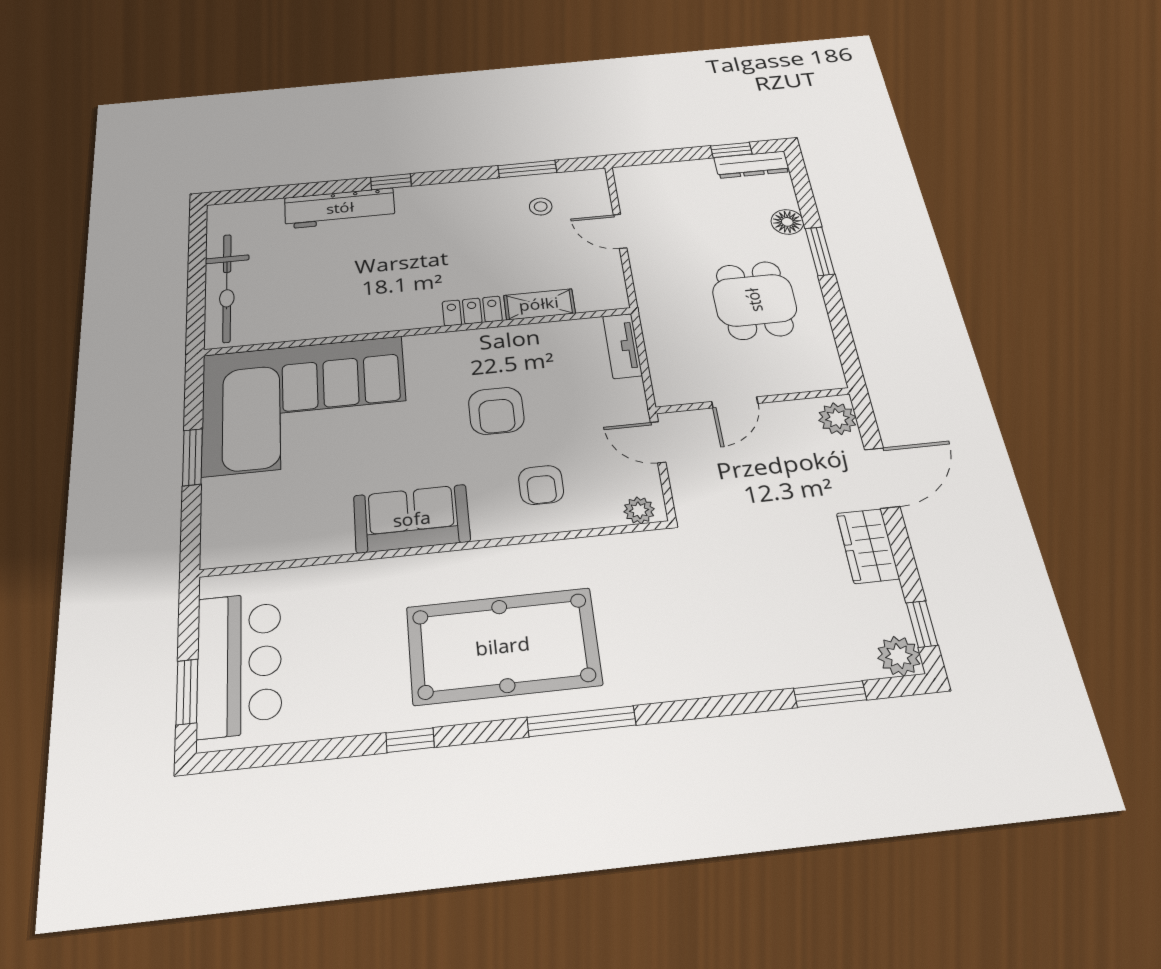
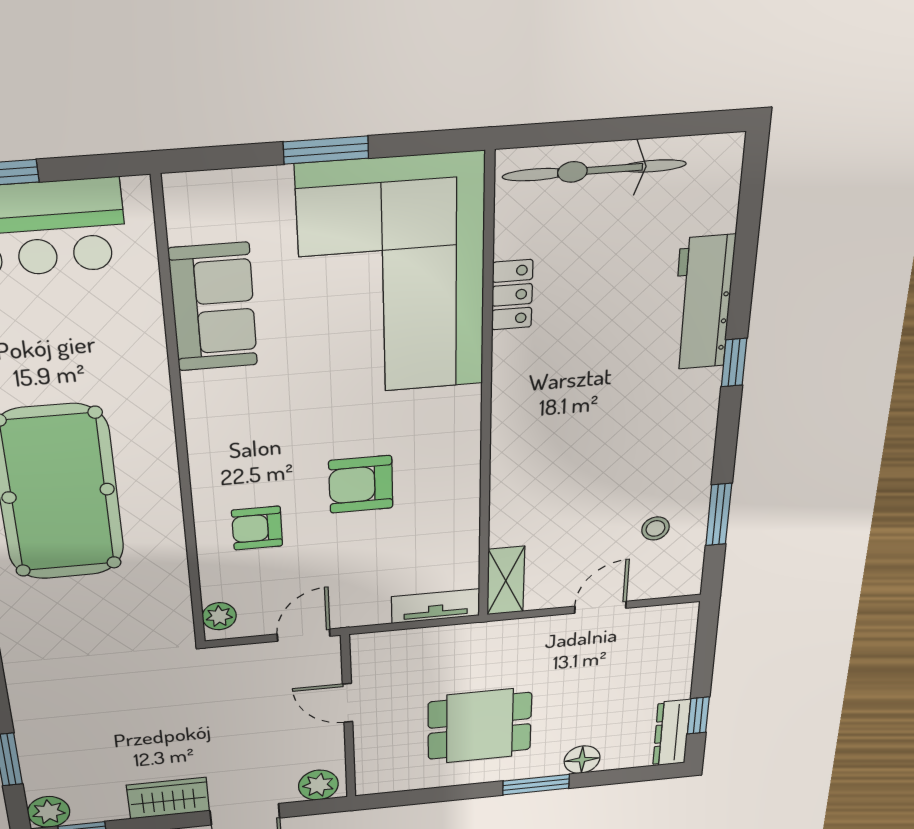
shelving: (539, 304) -> (506, 581), moved
locker: (472, 311) -> (512, 295), moved
sofa: (412, 519) -> (213, 307), moved

